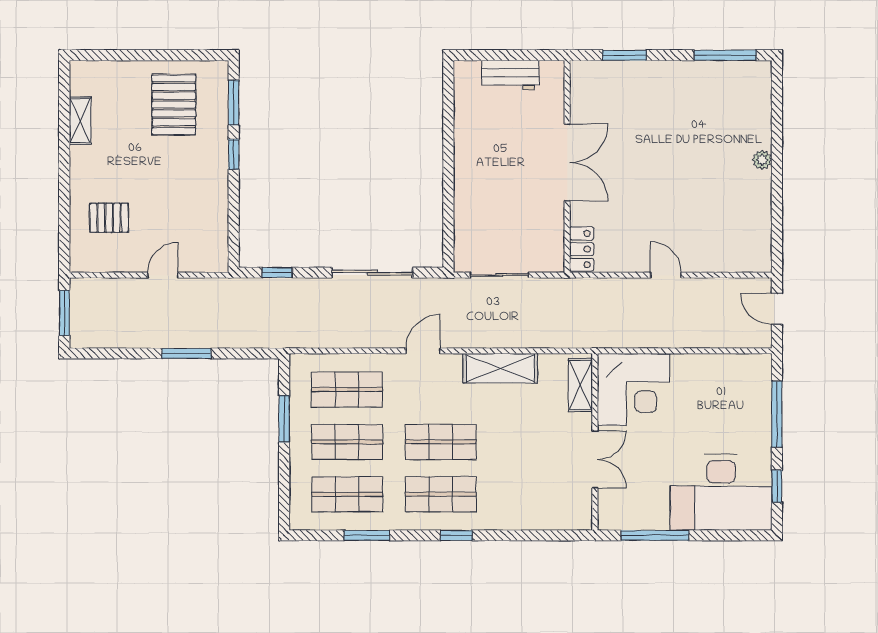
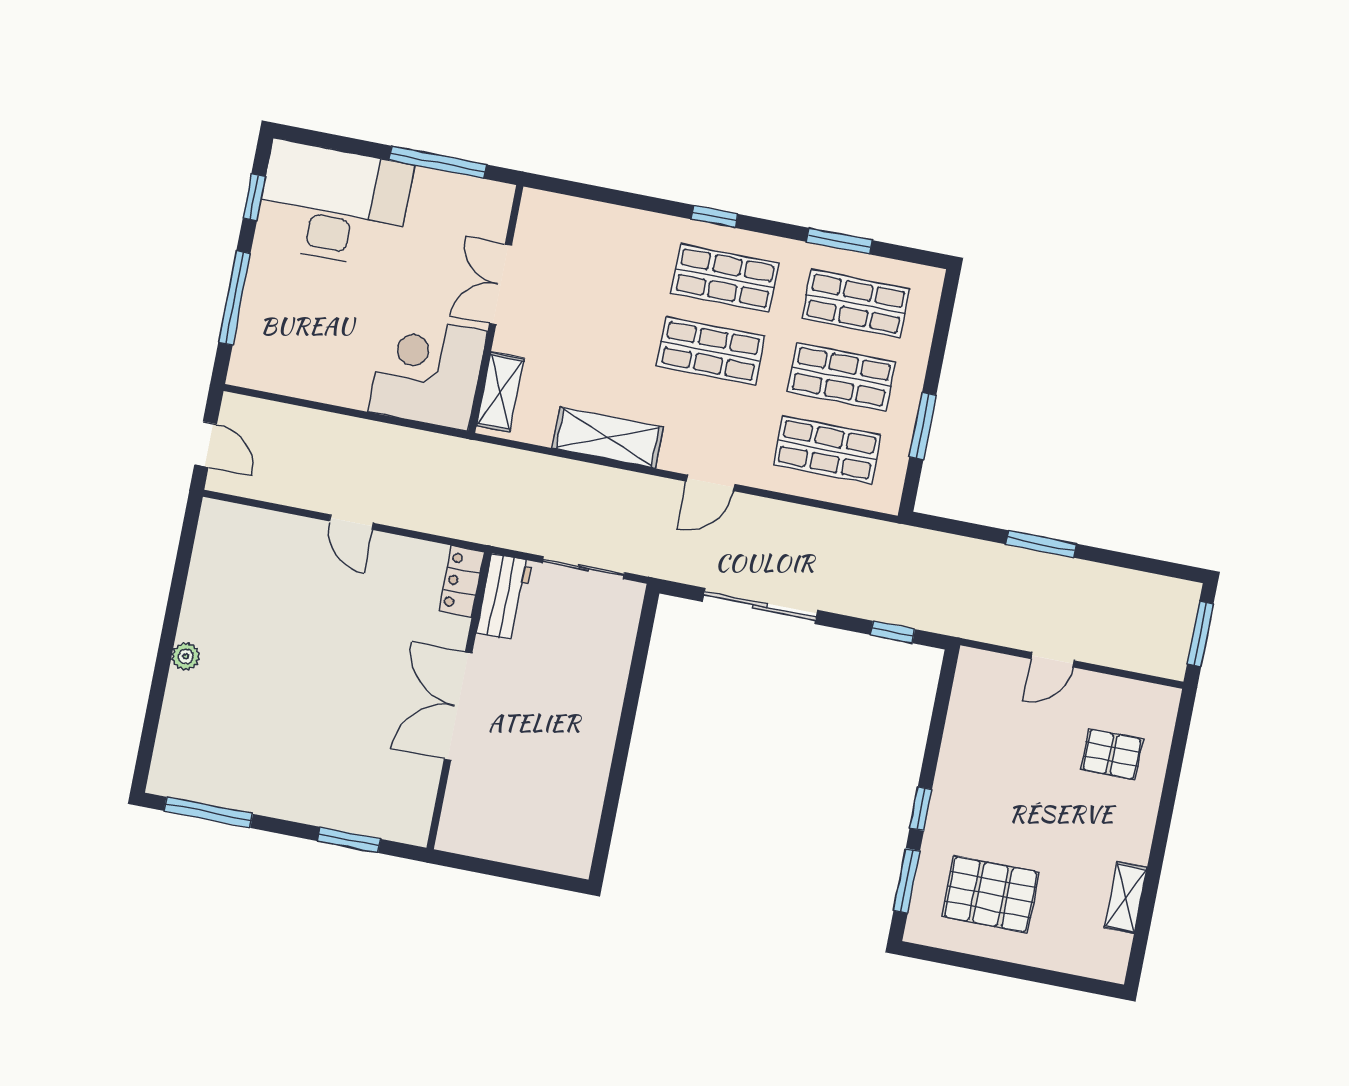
workbench: (510, 75) -> (504, 597), moved, turned 90
pallet: (174, 105) -> (991, 894), turned 90

